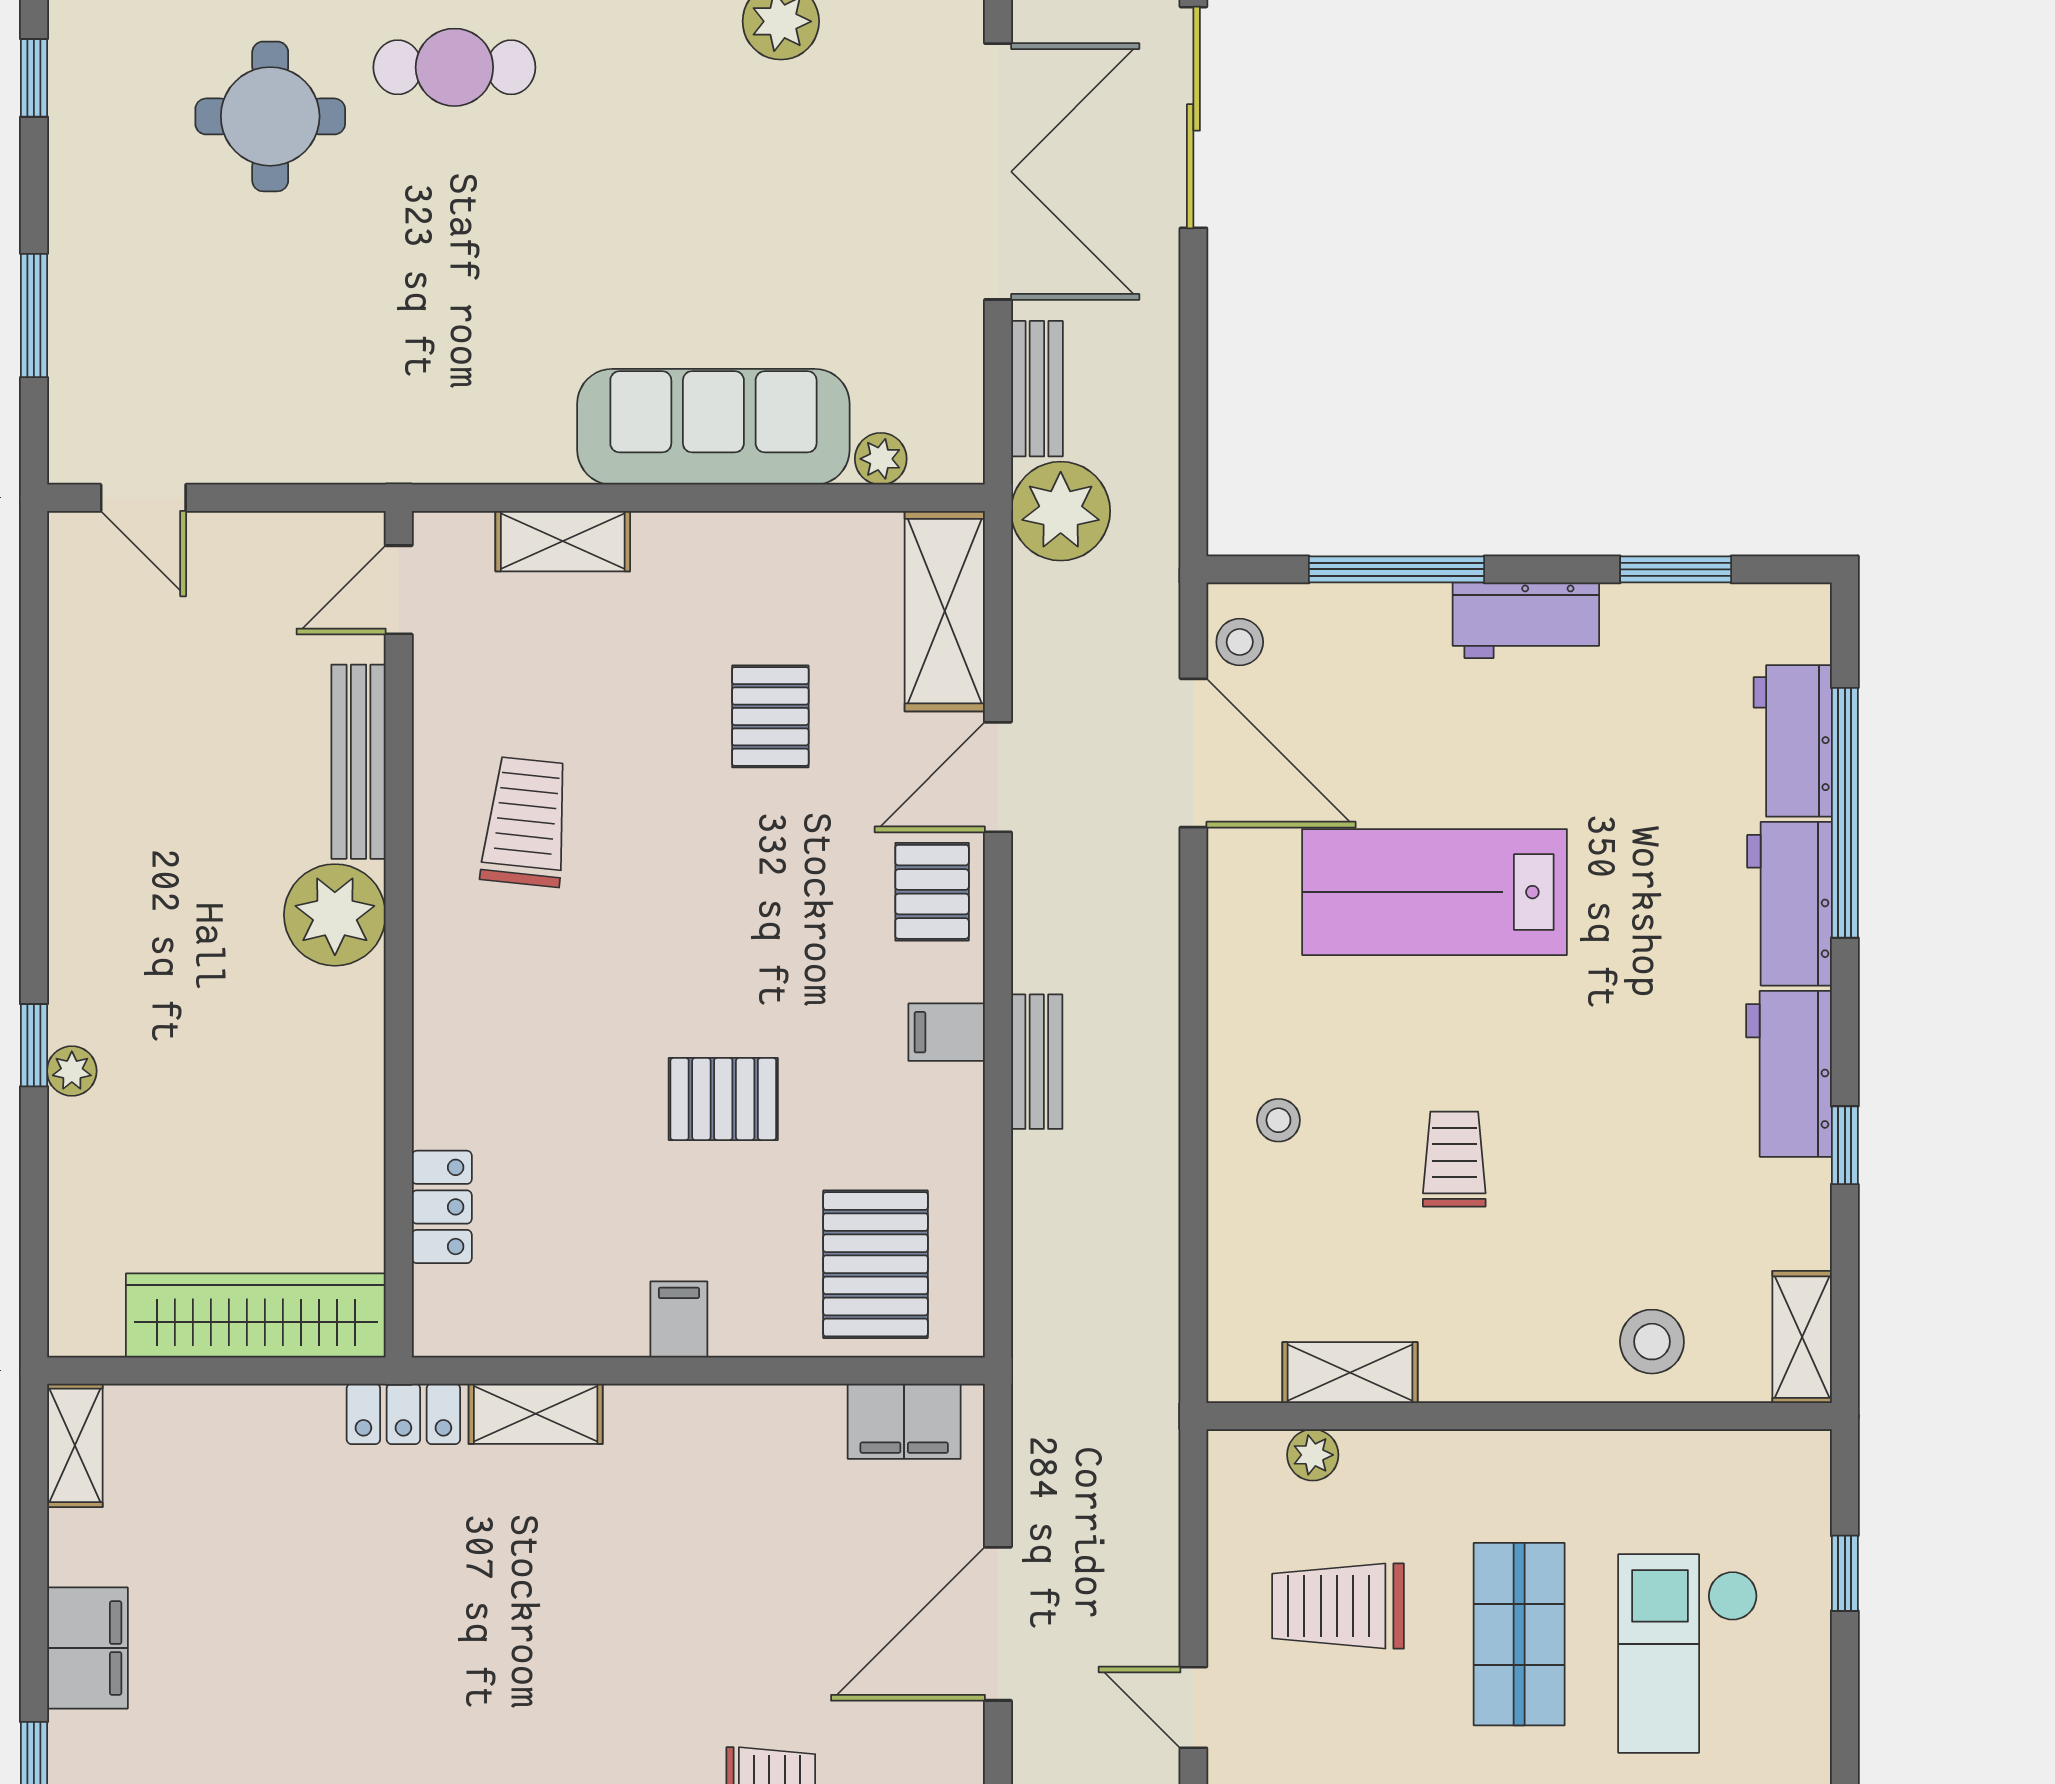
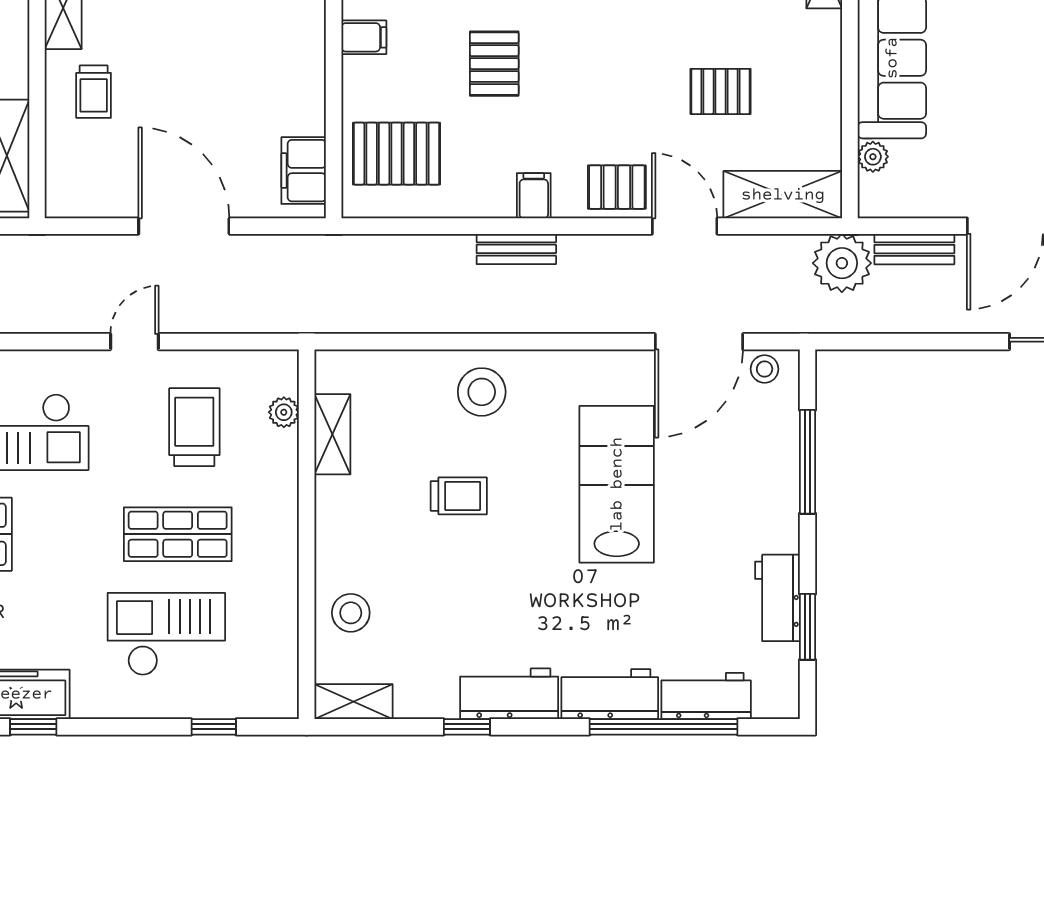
workbench: (1526, 620) -> (777, 598), moved
stool: (1278, 1120) -> (482, 392), width x1.89, depth x1.89

